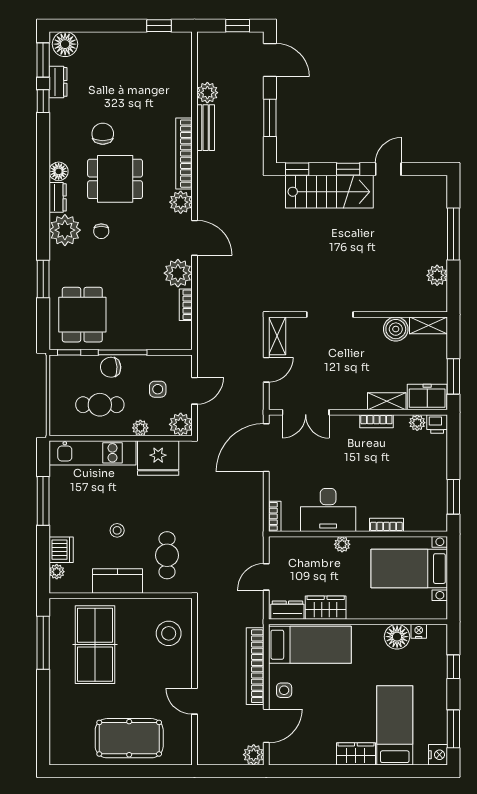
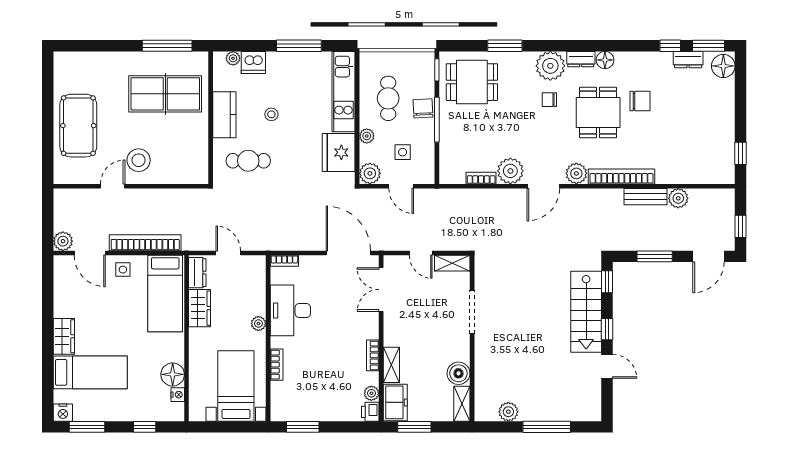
stool: (169, 633) -> (139, 160), moved

